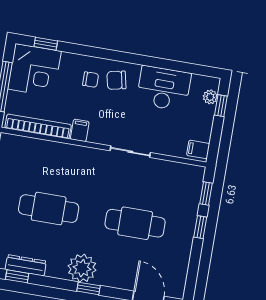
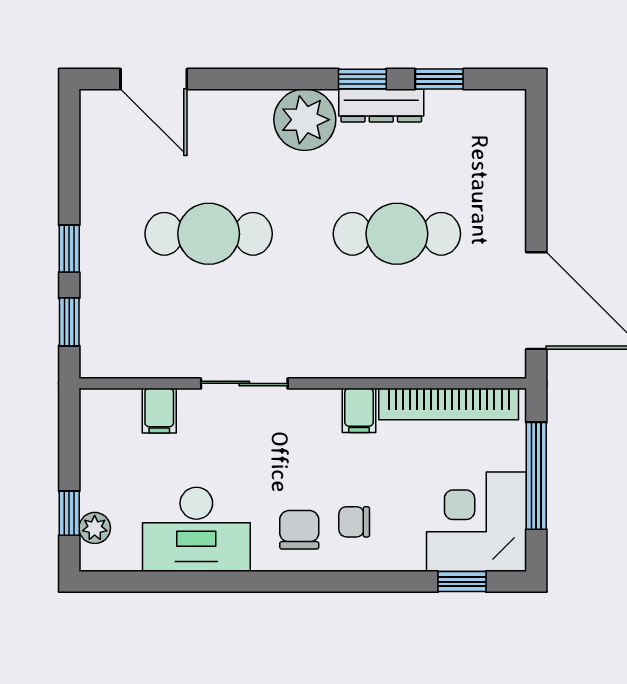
chair: (116, 80) -> (299, 530), turned -78
filing cabinet: (198, 149) -> (159, 411), moved, turned 90
dresser: (26, 265) -> (381, 105), moved
window: (88, 288) -> (362, 79), moved

